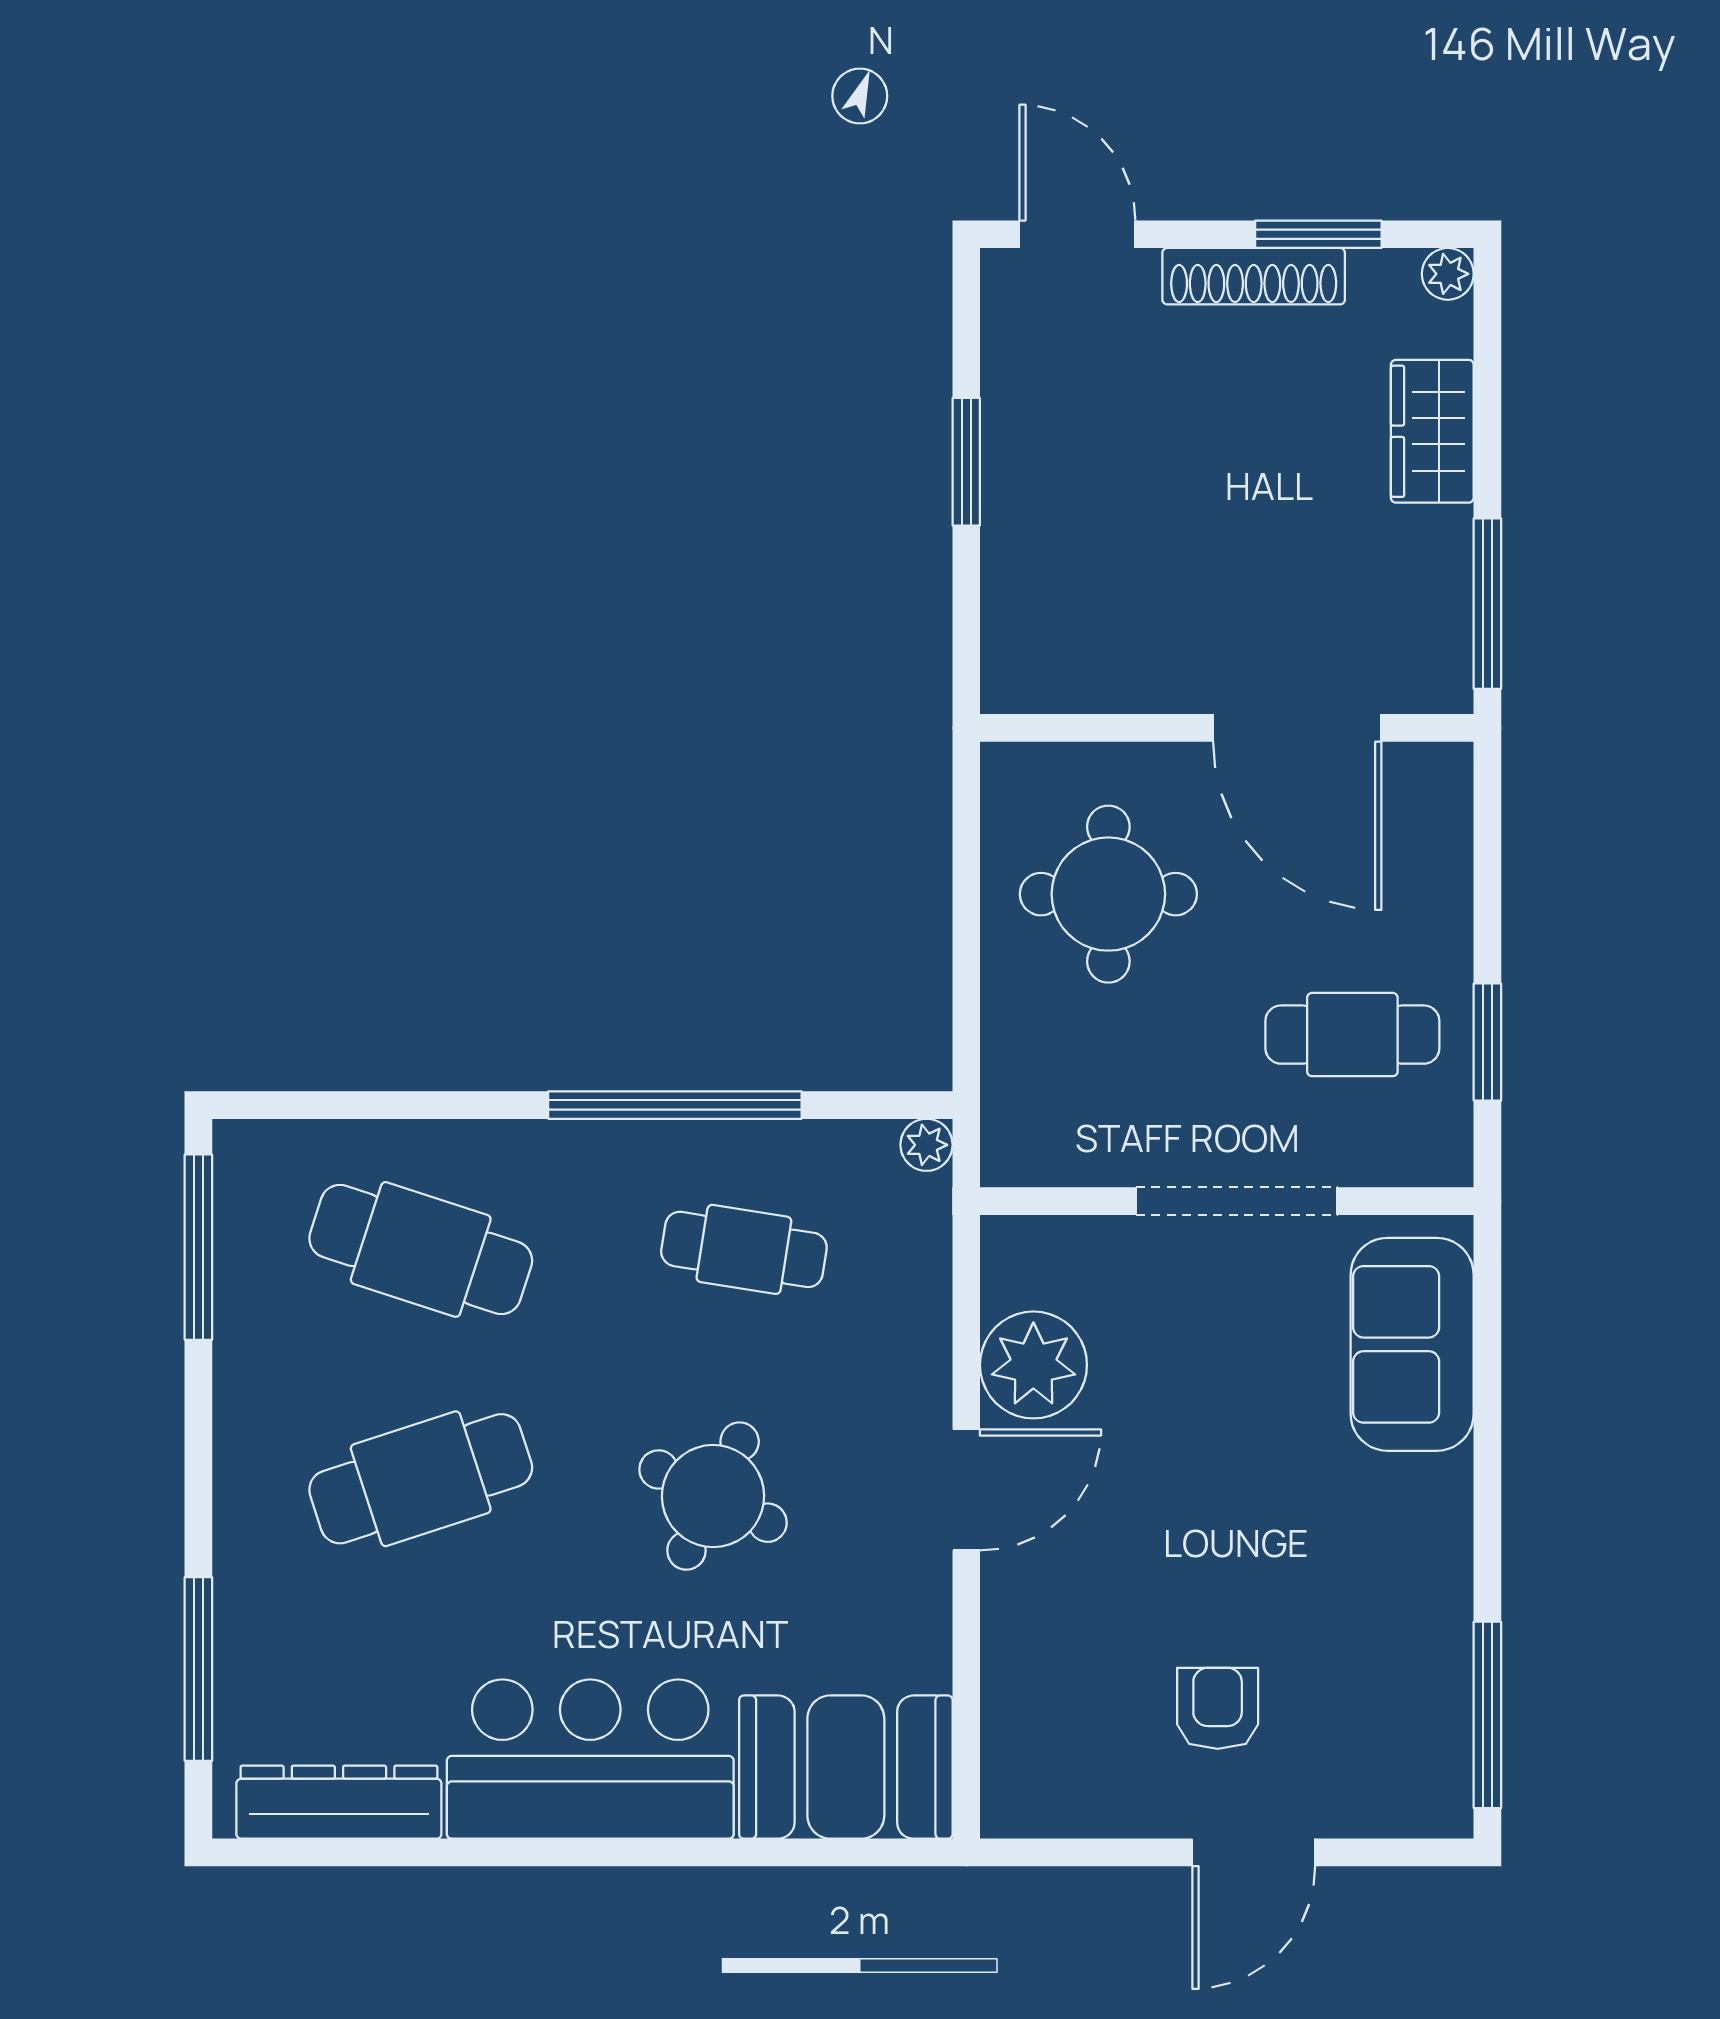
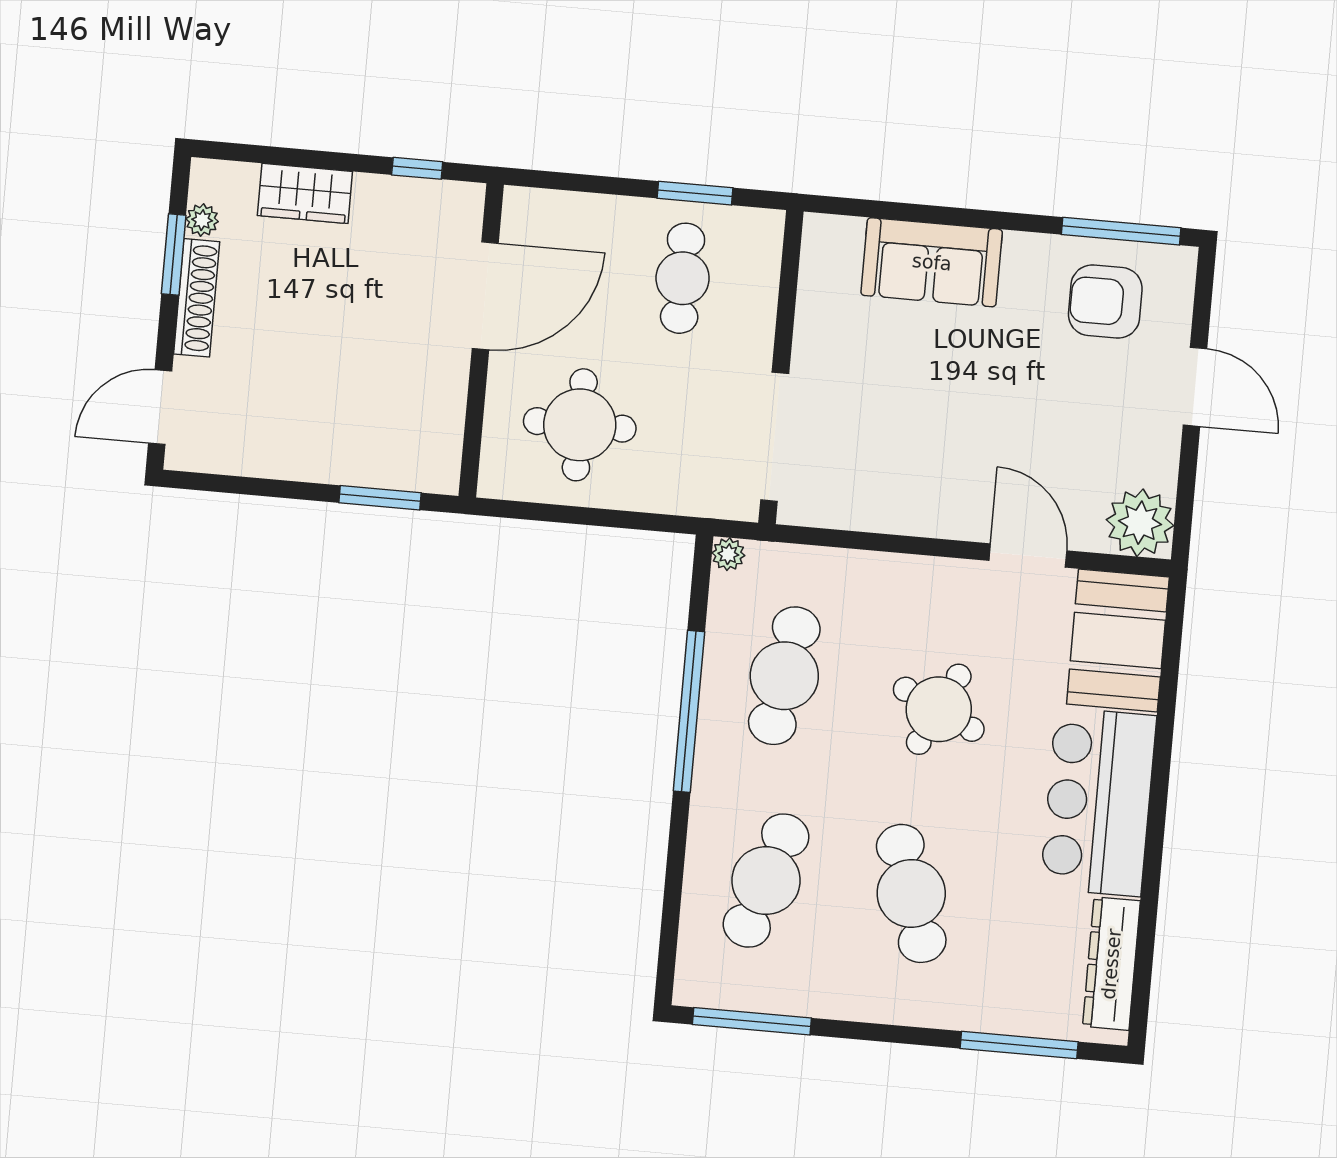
plant: (1448, 274) -> (202, 220), moved
window: (966, 462) -> (380, 498), moved
window: (1487, 604) -> (417, 168), width x0.46
doorway: (1237, 1201) -> (775, 437), moved
cafe table: (744, 1249) -> (784, 676), width x1.37, depth x1.35
sofa: (1412, 1344) -> (932, 262), moved
plant: (1033, 1365) -> (1140, 523), moved
door: (966, 1490) -> (1028, 556), moved
armchair: (1218, 1708) -> (1105, 302), moved, width x1.38, depth x1.38

